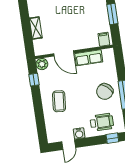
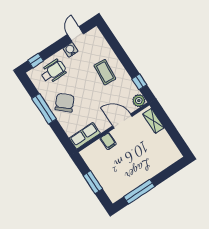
shelving: (36, 28) -> (153, 121), moved
filing cabinet: (104, 39) -> (108, 141), moved
row of seats: (89, 58) -> (85, 136), moved
wheelchair: (102, 122) -> (53, 71), turned 180

